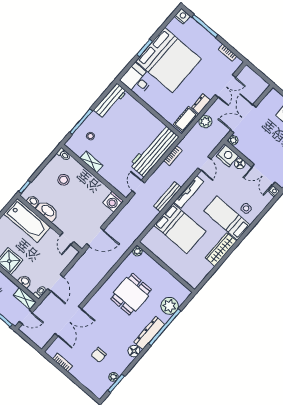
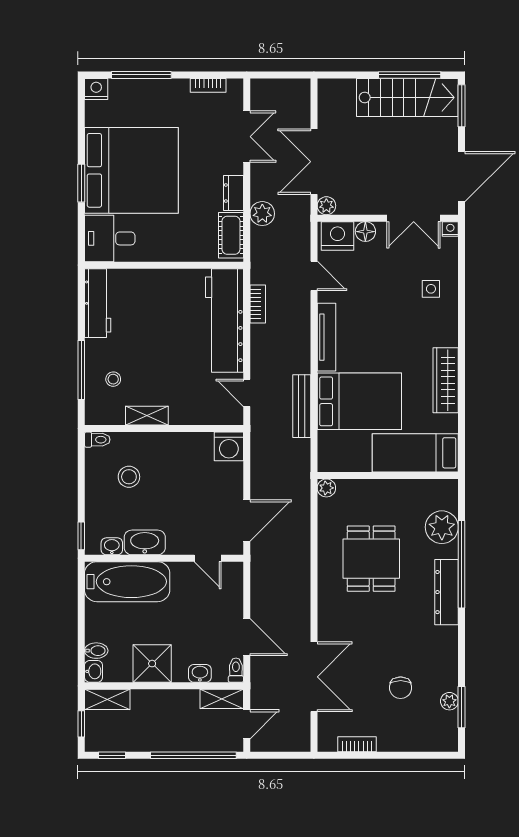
bench: (168, 197) -> (302, 406), moved
bed: (227, 218) -> (415, 453), moved
floor lamp: (134, 351) -> (447, 638), removed

